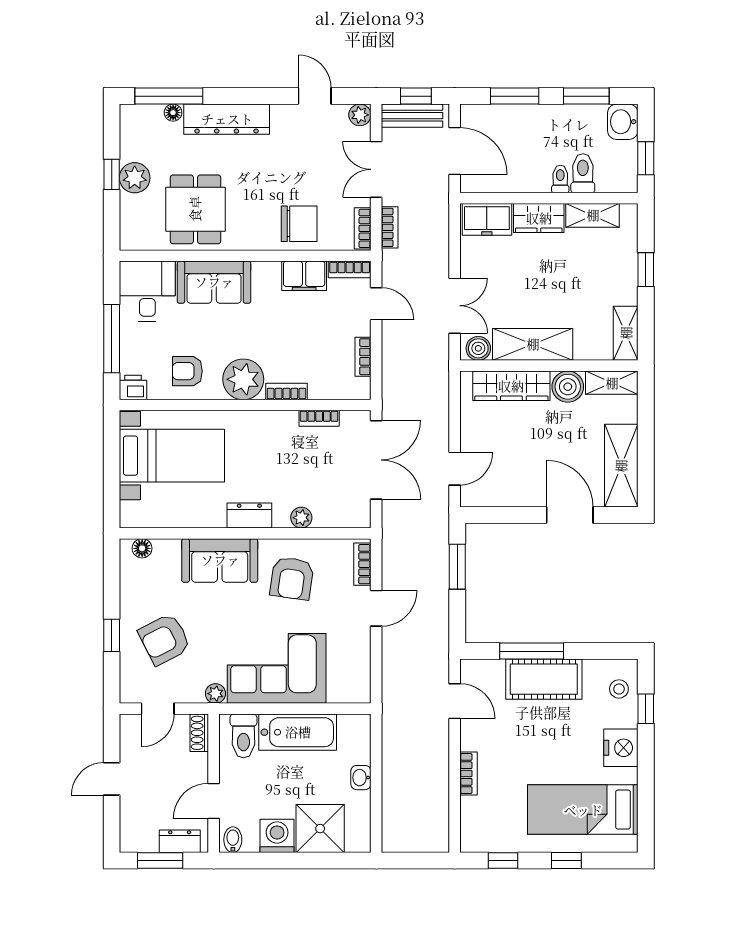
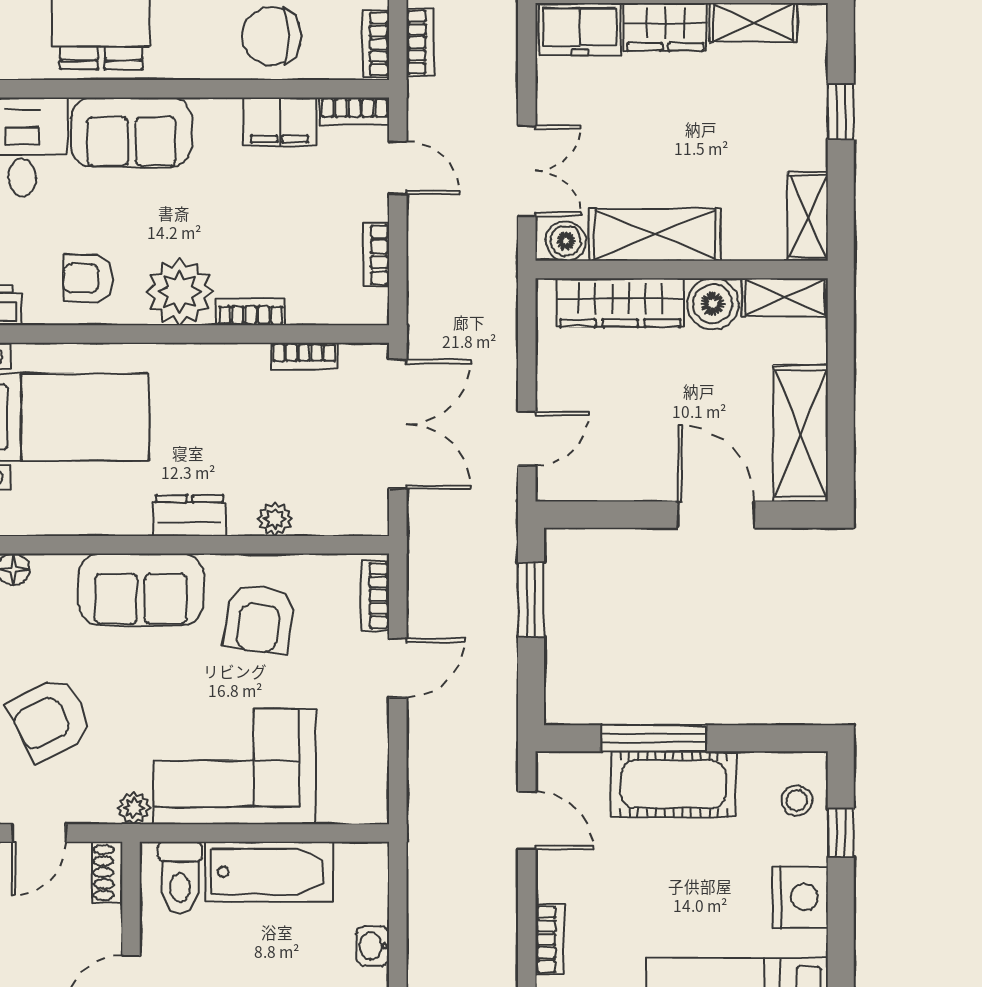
chair: (299, 224) -> (272, 36), turned 180

